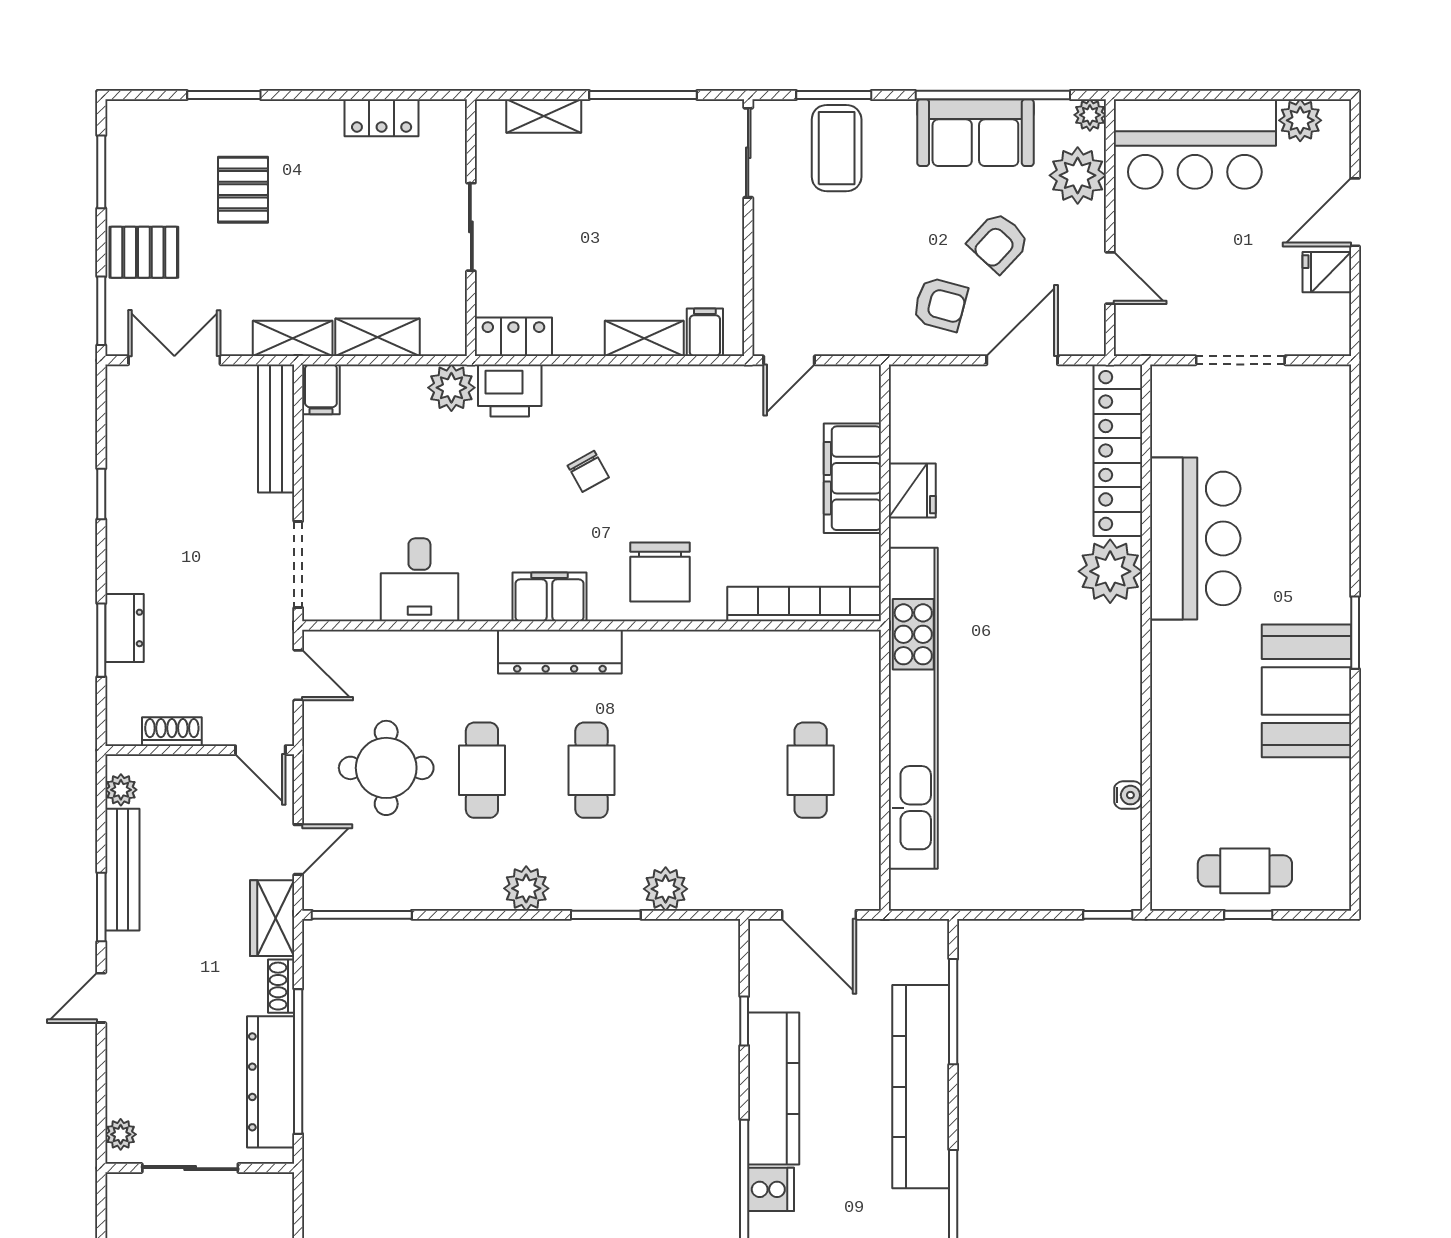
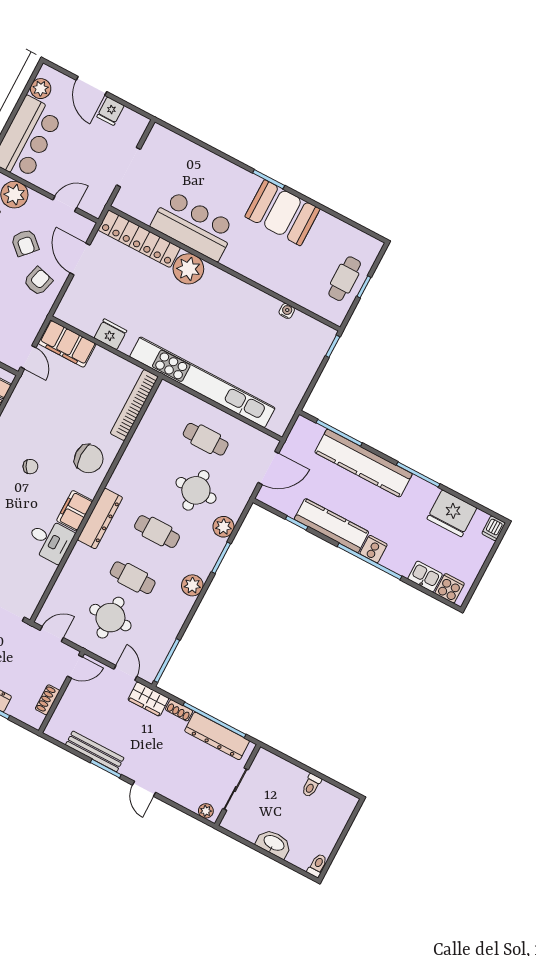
filing cabinet: (852, 478) -> (67, 344), moved
desk: (419, 580) -> (50, 540), moved
plant: (121, 790) -> (61, 734), removed
round table: (706, 802) -> (196, 490), added

